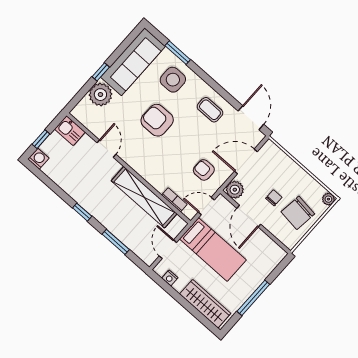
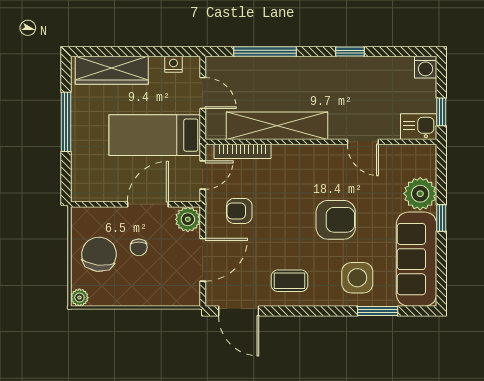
window: (41, 139) -> (441, 112), moved
armchair: (204, 170) -> (239, 211), turned 180
bookcase: (174, 200) -> (243, 151), width x1.56
window: (82, 212) -> (350, 52), moved
door: (249, 216) -> (148, 204), hinge flipped
window: (116, 242) -> (265, 52), width x1.44

